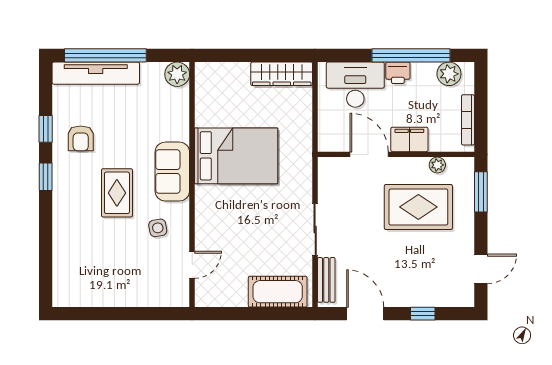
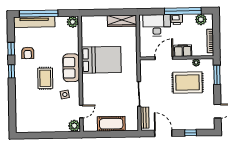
door: (369, 154) -> (164, 58), hinge flipped
cot: (278, 292) -> (111, 124), moved
plant: (177, 295) -> (74, 126), added

